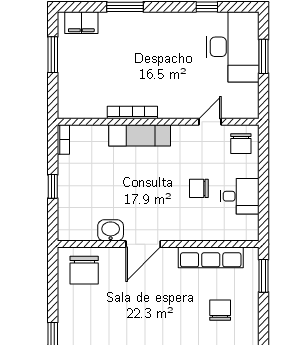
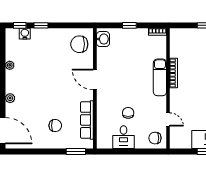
washbasin: (111, 230) -> (103, 39), moved

